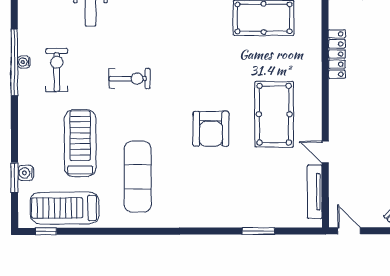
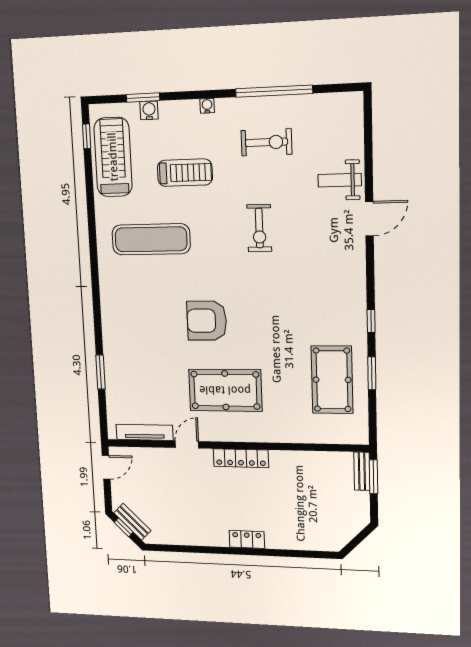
locker: (337, 54) -> (241, 458), moved
water cooler: (24, 62) -> (207, 106), moved
treadmill: (80, 143) -> (185, 173), width x0.73, depth x0.73

